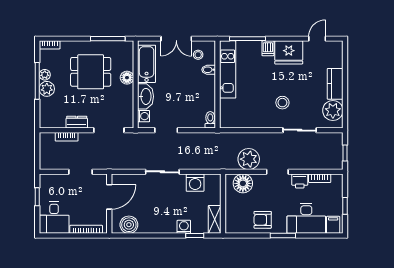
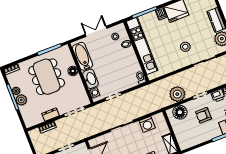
double door: (176, 39) -> (96, 31), swing flipped
kitchen unit: (228, 69) -> (142, 46), width x1.36
dining table: (91, 72) -> (47, 77), width x1.38
armchair: (263, 220) -> (203, 115), moved

